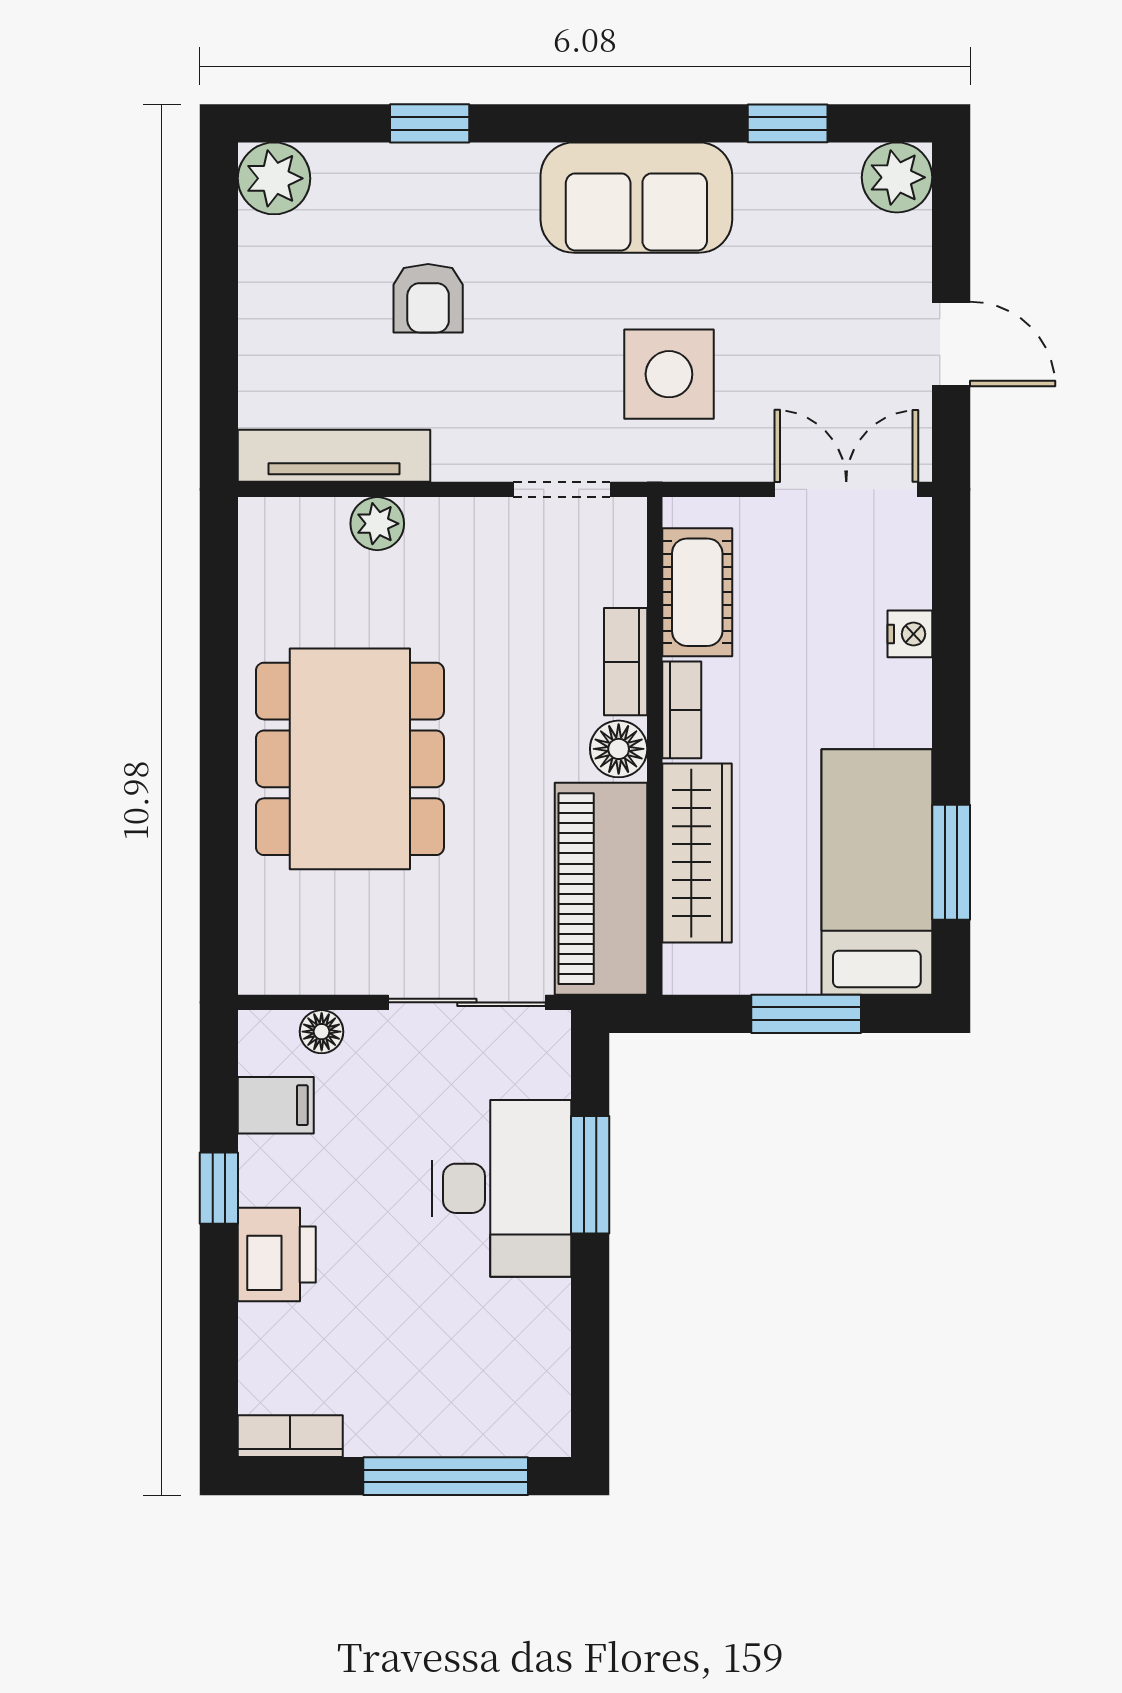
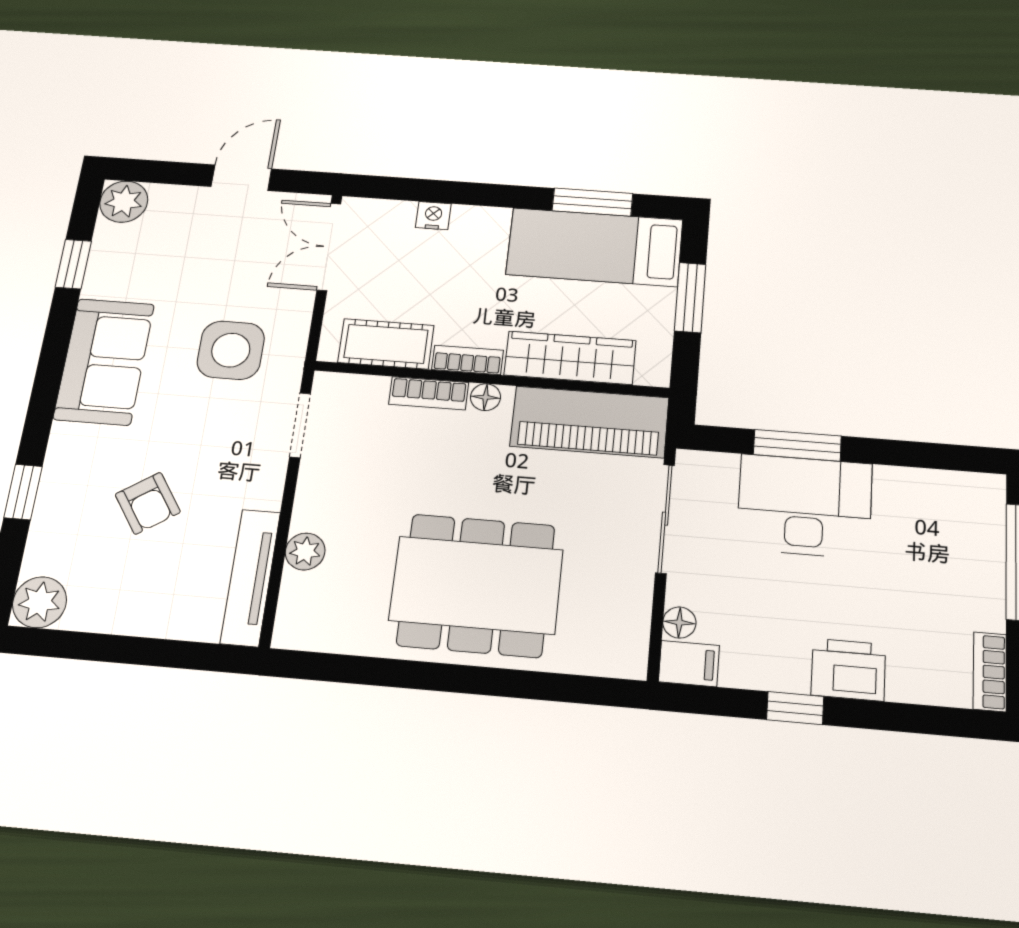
armchair: (428, 298) -> (148, 503), turned 56
floor lamp: (619, 749) -> (485, 397), width x0.73, depth x0.73
filing cabinet: (276, 1105) -> (689, 664), moved, turned 90

